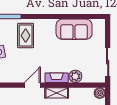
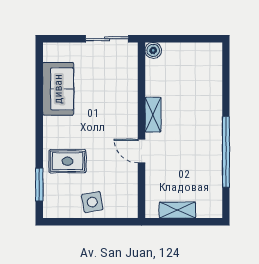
plant: (75, 76) -> (128, 87), removed
fireplace: (57, 78) -> (131, 115), removed

